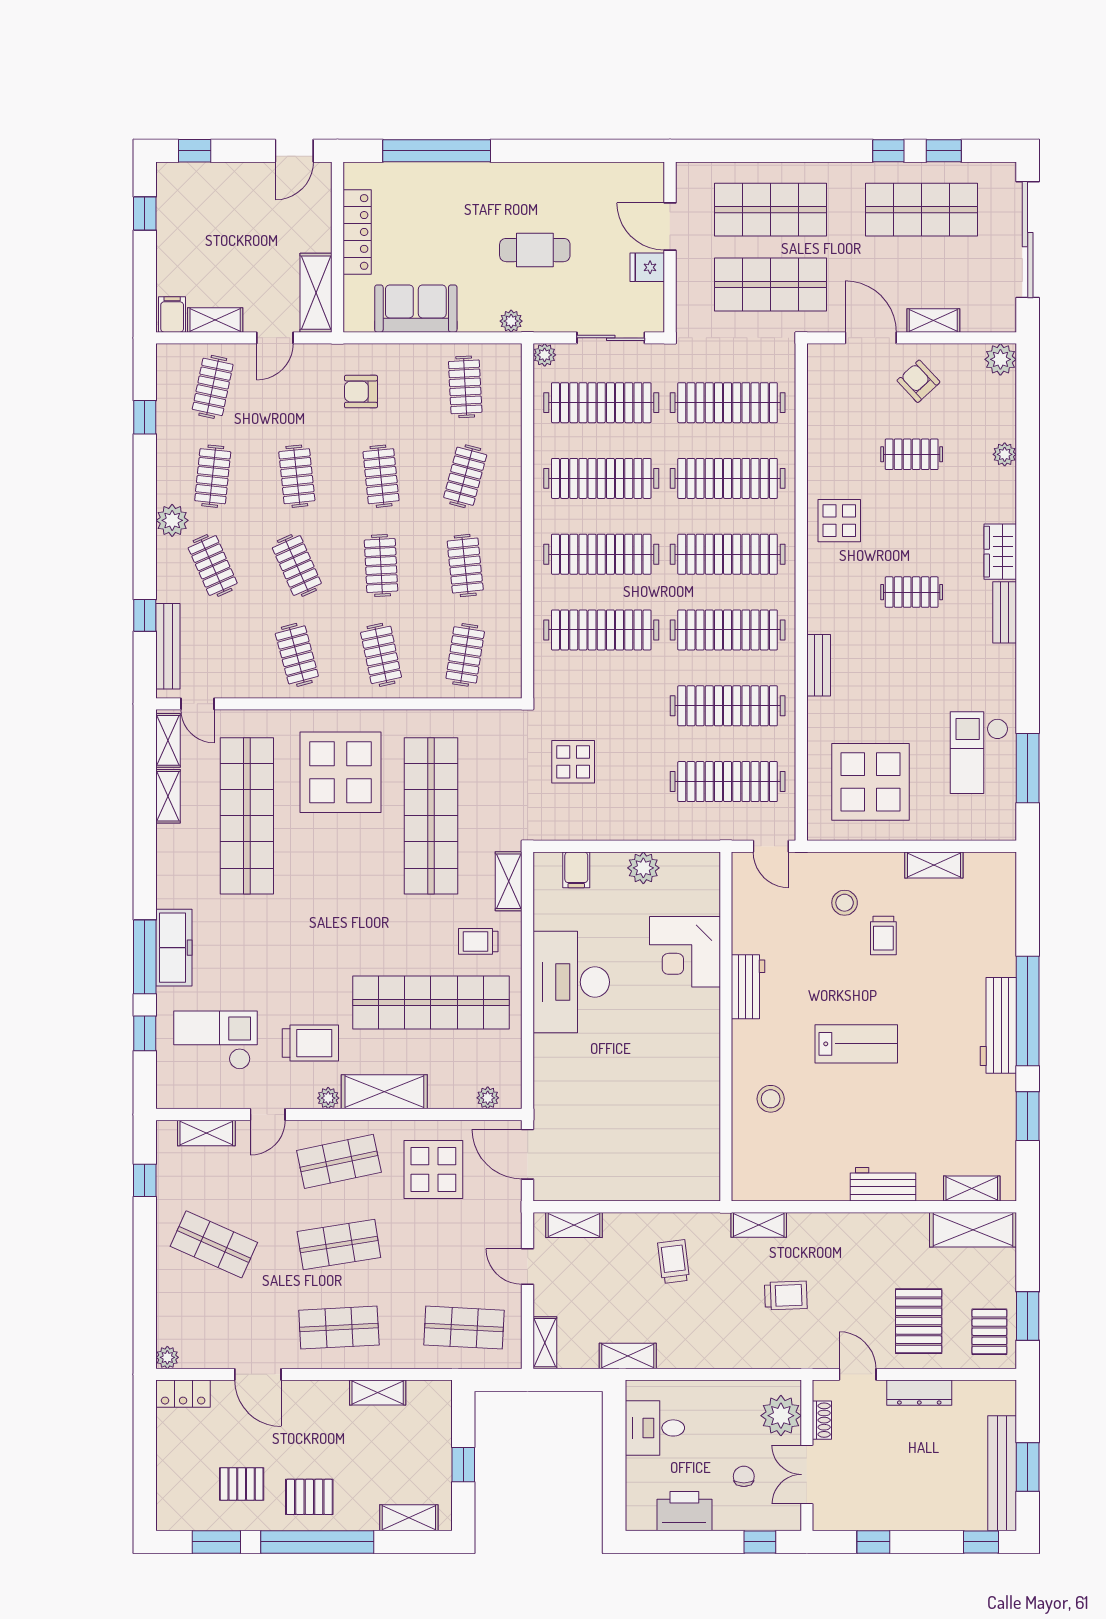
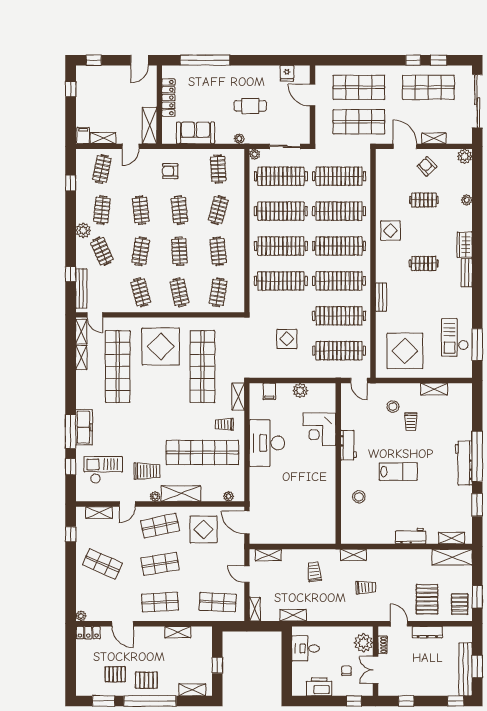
fridge: (647, 267) -> (287, 73), moved, turned -90
clothes rail: (297, 566) -> (141, 251), turned 33
display table: (573, 762) -> (287, 339), moved

